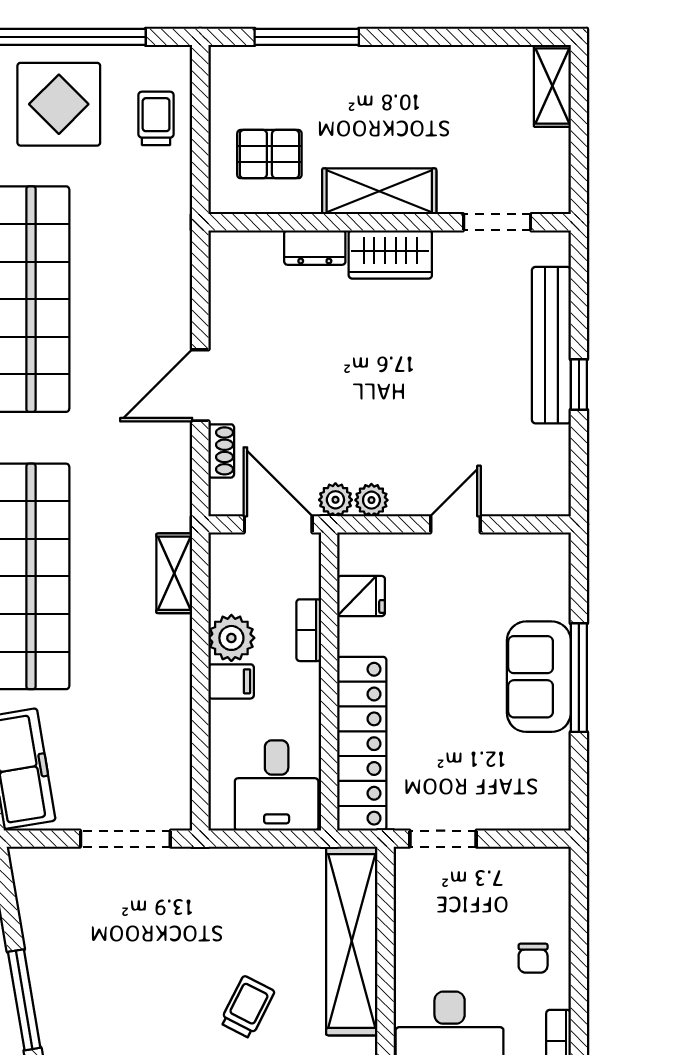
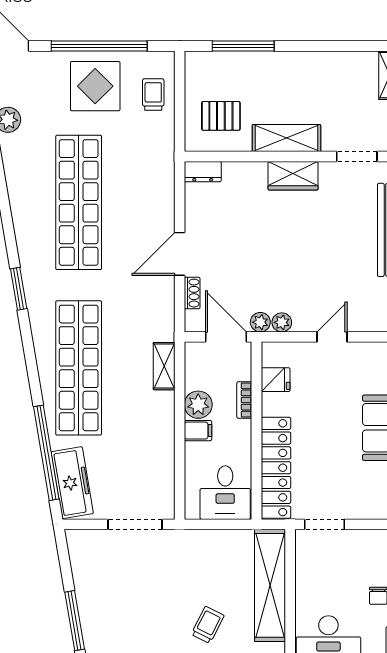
dresser: (315, 248) -> (203, 172), moved

